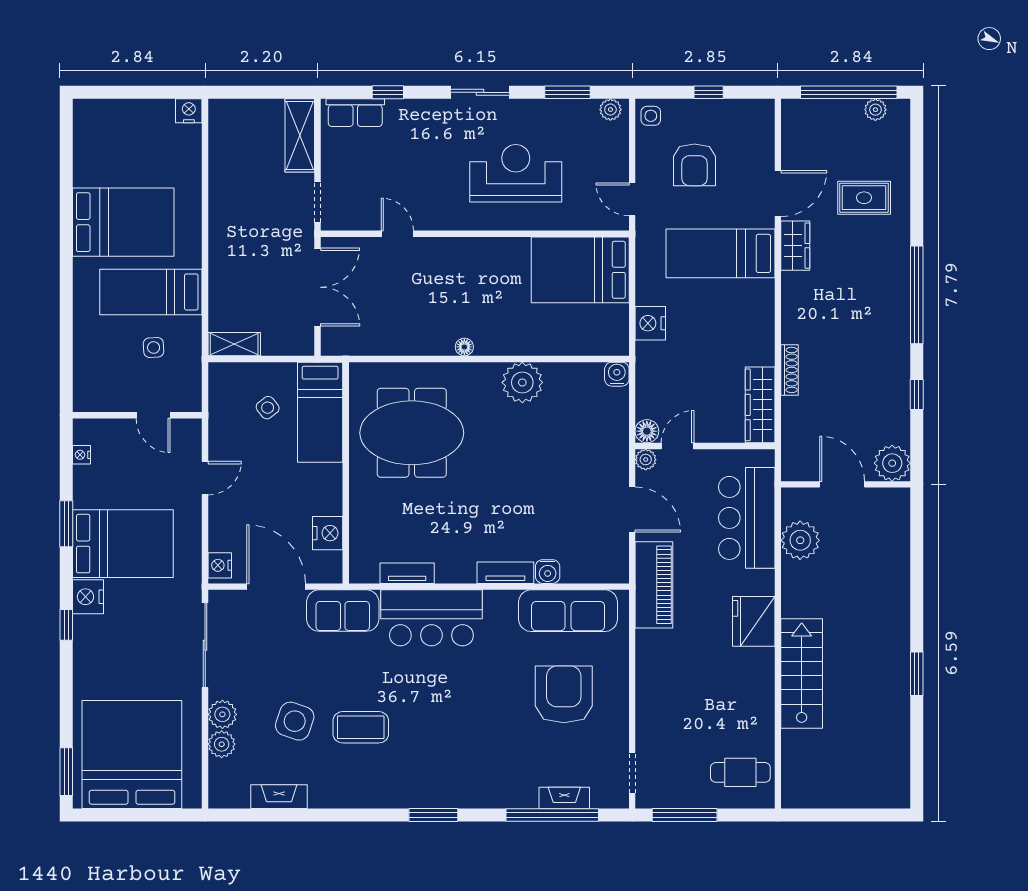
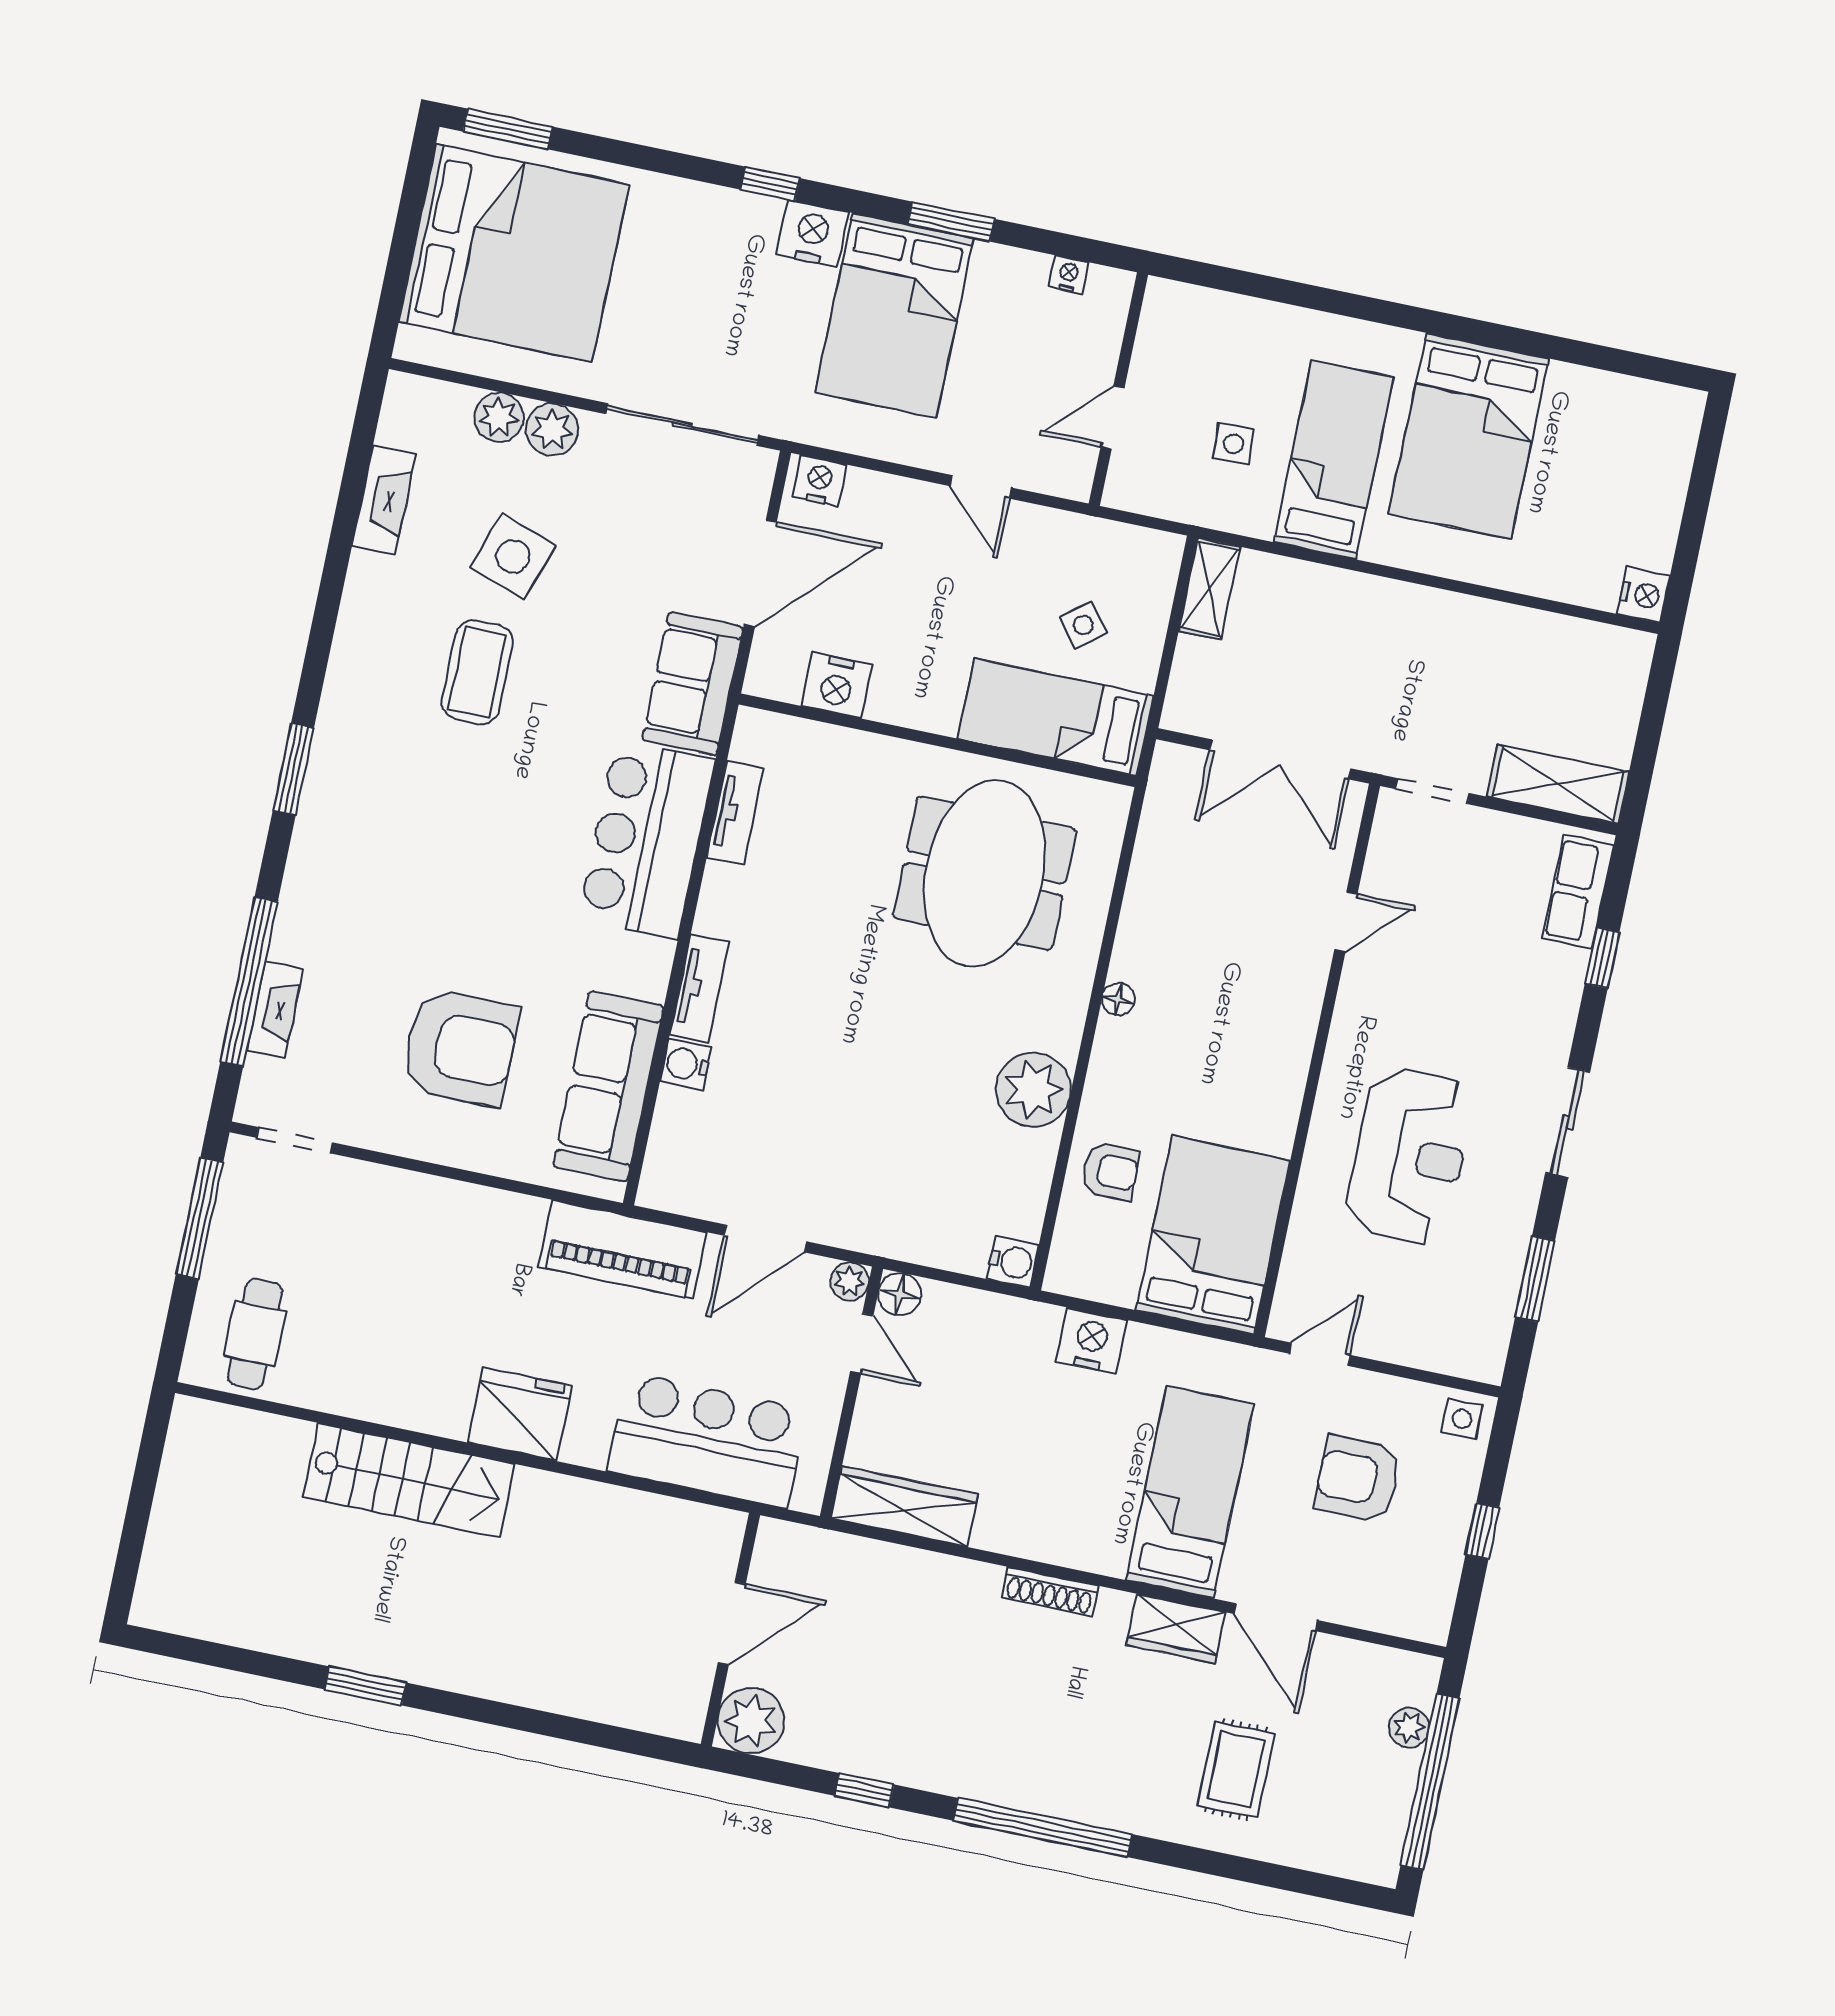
plant: (610, 110) -> (1488, 1349), removed
plant: (875, 110) -> (1409, 1727), moved
armchair: (557, 332) -> (1110, 1171), added
shoe rack: (790, 370) -> (1050, 1592), moved
plant: (800, 540) -> (647, 1528), removed

